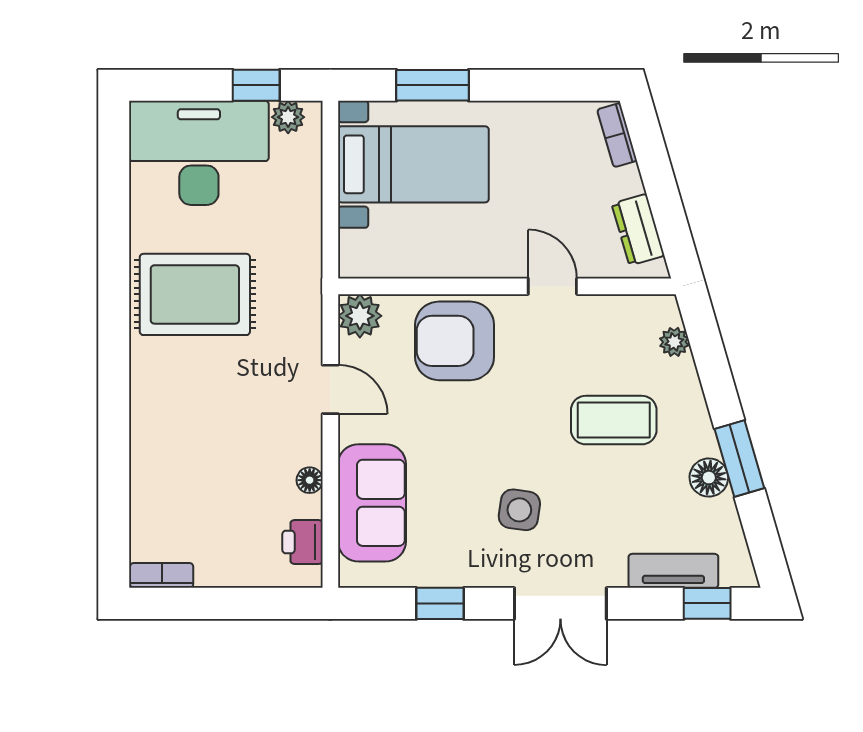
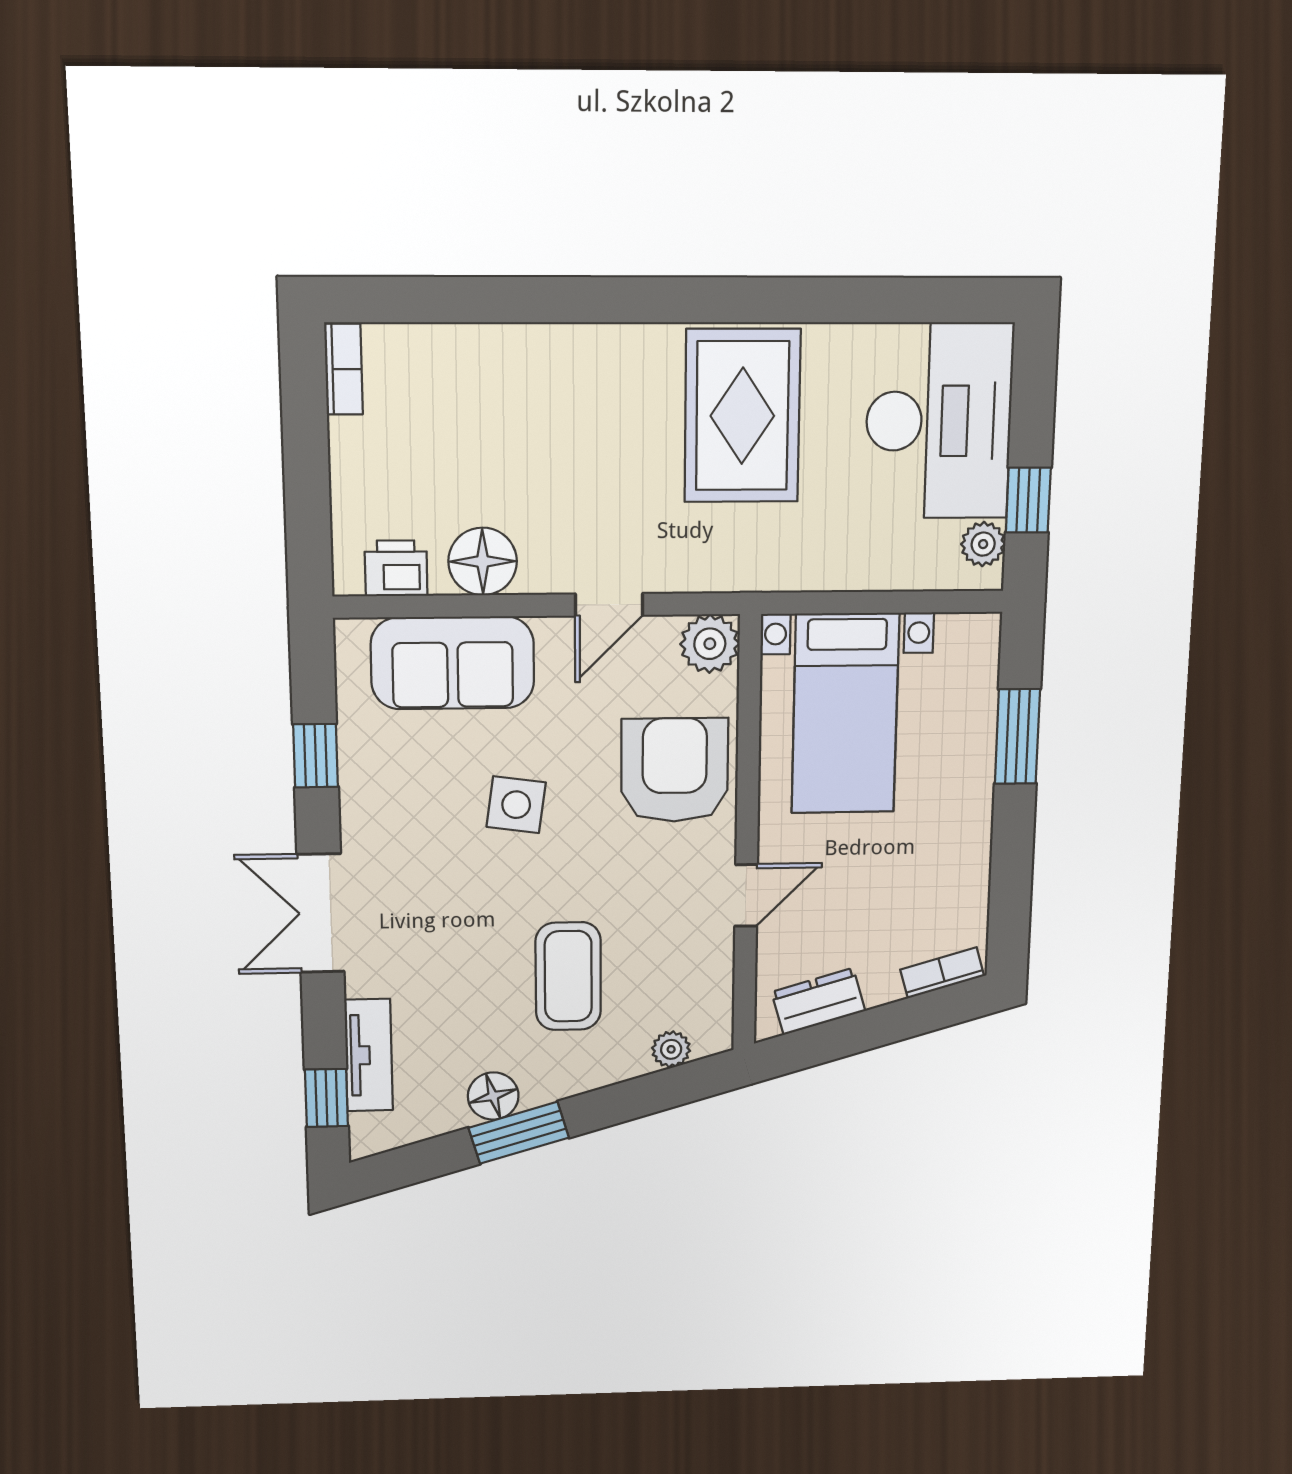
bed with nightstands: (413, 164) -> (845, 714), moved
floor lamp: (310, 480) -> (483, 561), width x1.89, depth x1.89
side table: (519, 510) -> (516, 805), moved

